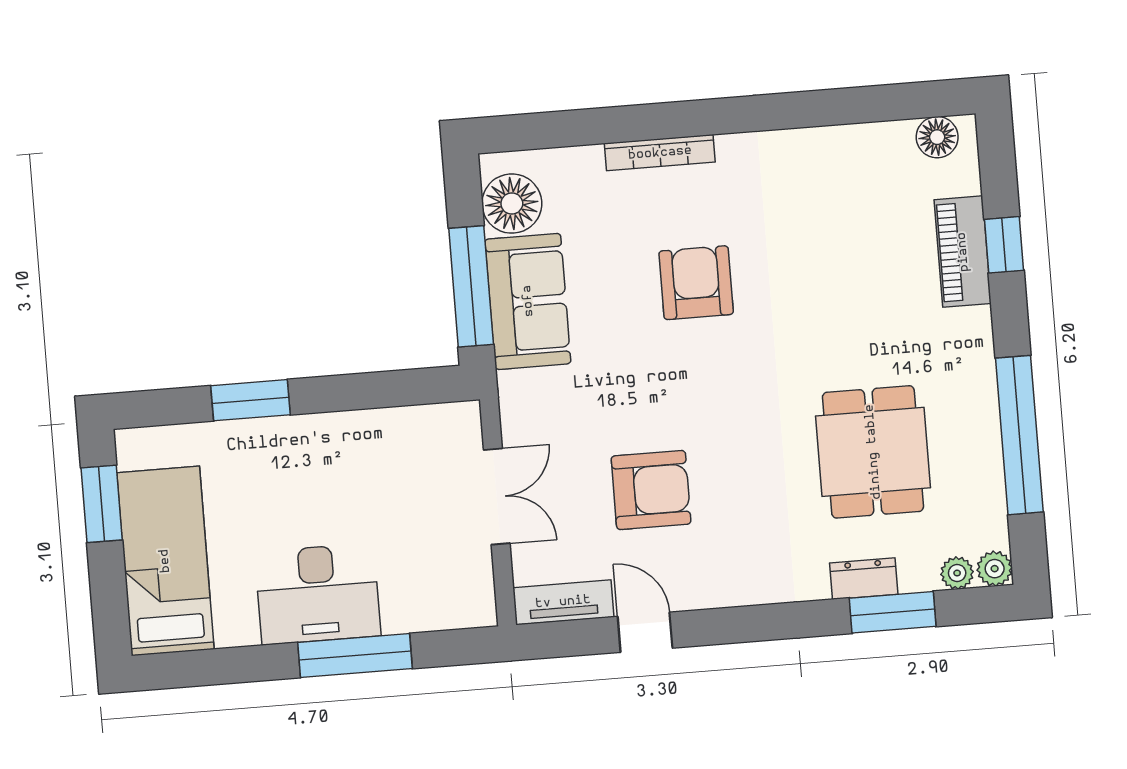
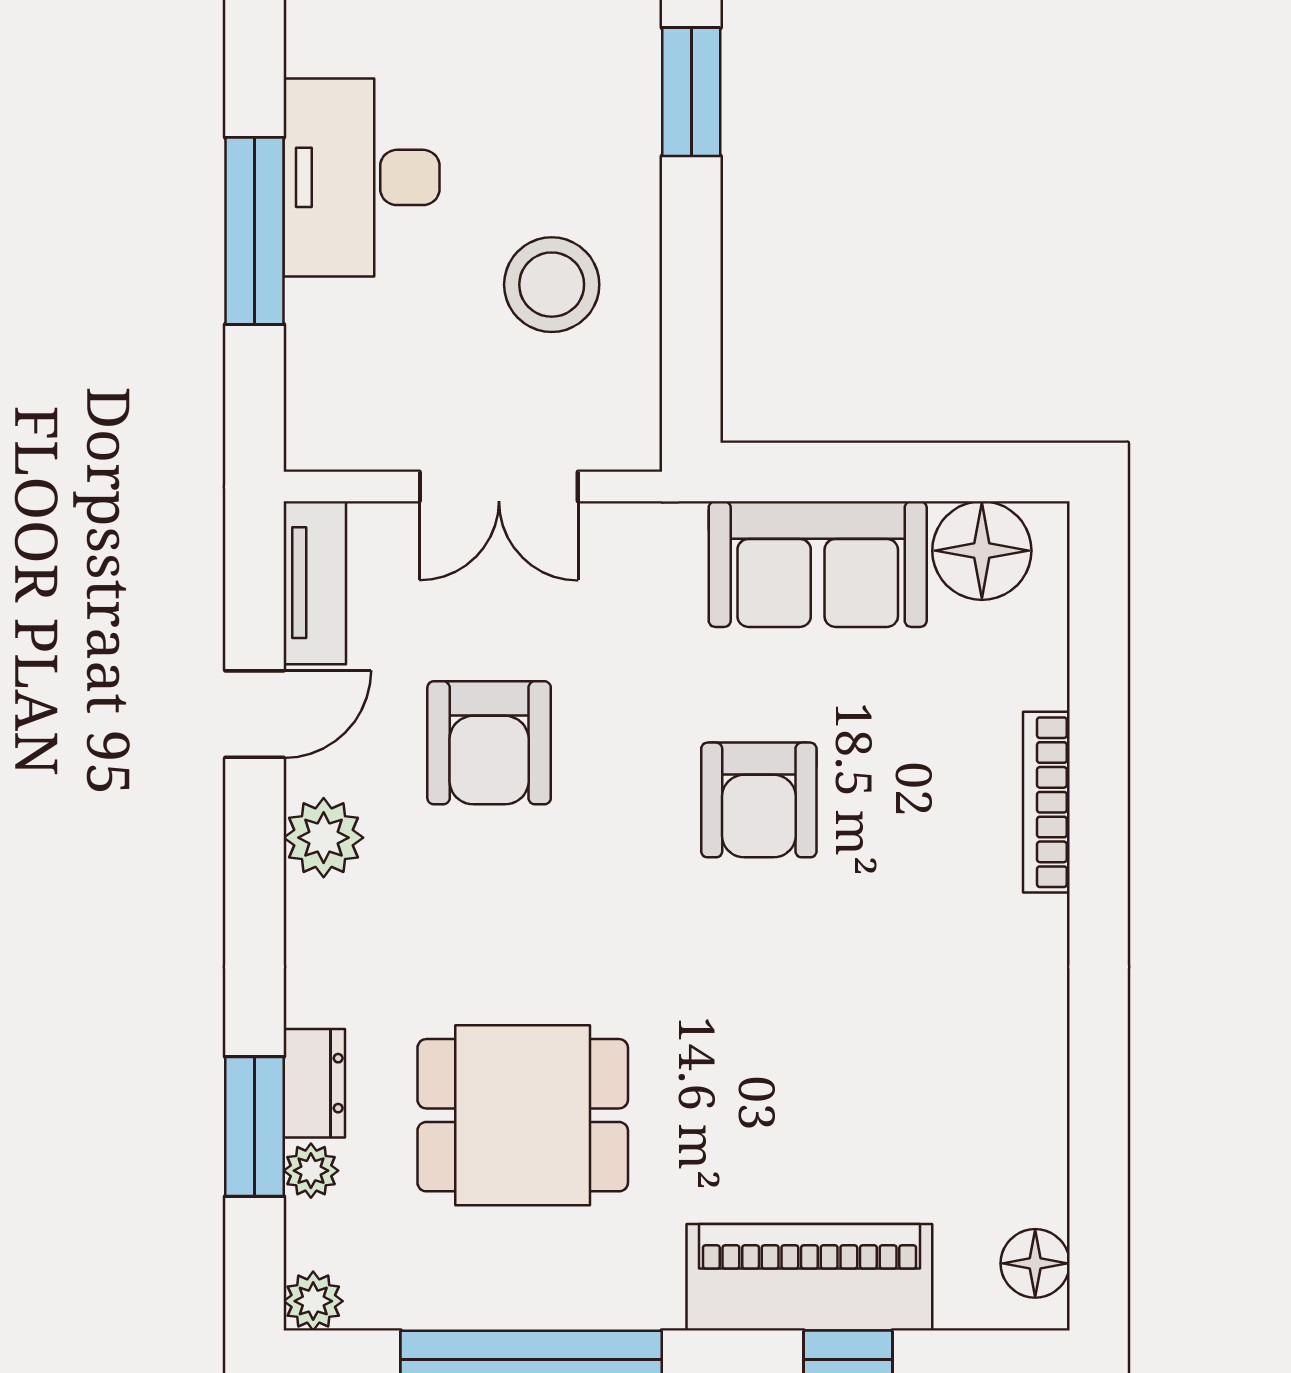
piano: (963, 252) -> (809, 1277), width x1.37, depth x1.33
armchair: (696, 283) -> (759, 800), moved, turned 90
window: (471, 286) -> (850, 472), removed
stool: (373, 475) -> (552, 285), added
plant: (957, 573) -> (311, 1171), moved
plant: (716, 585) -> (324, 838), added

